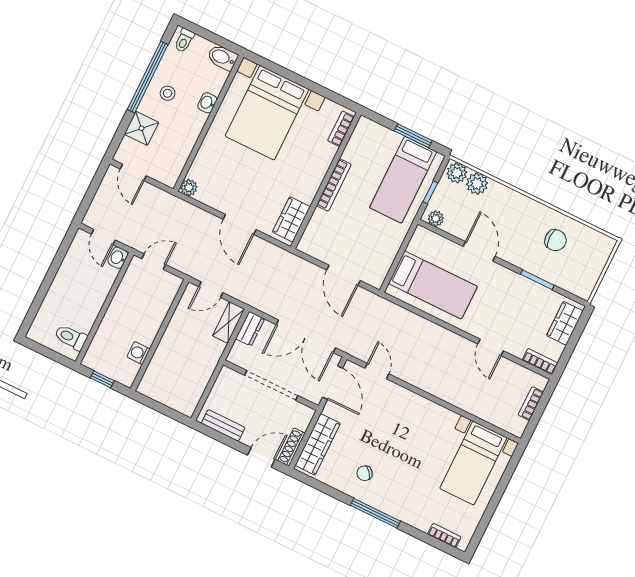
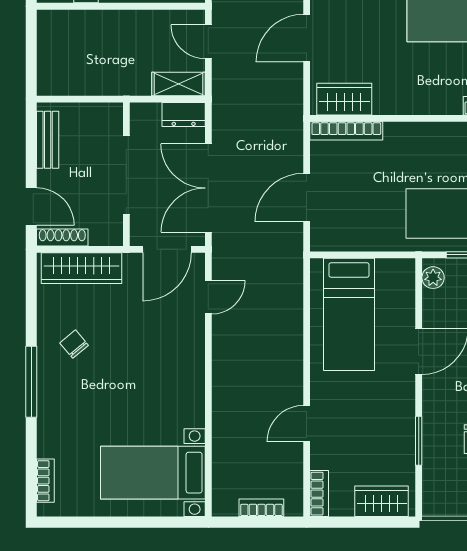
bookcase: (334, 185) -> (346, 131), moved

